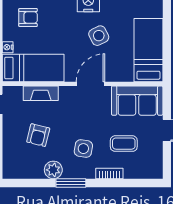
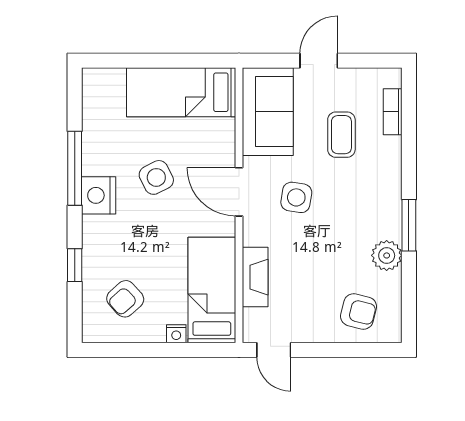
armchair: (28, 17) -> (125, 299), turned -132
armchair: (38, 135) -> (359, 311), moved
side table: (83, 149) -> (296, 197), moved
bookcase: (109, 173) -> (393, 112), moved

